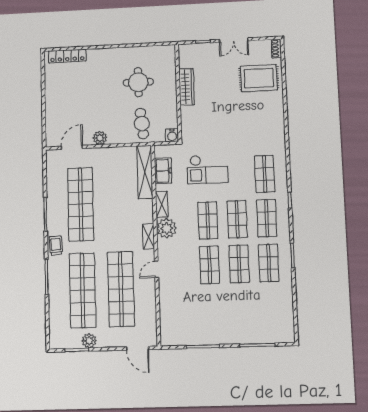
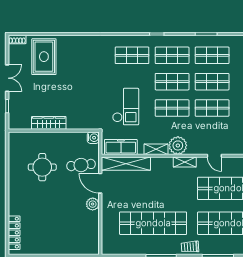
door: (72, 147) -> (100, 183), moved
freezer: (163, 171) -> (121, 147), width x1.40

